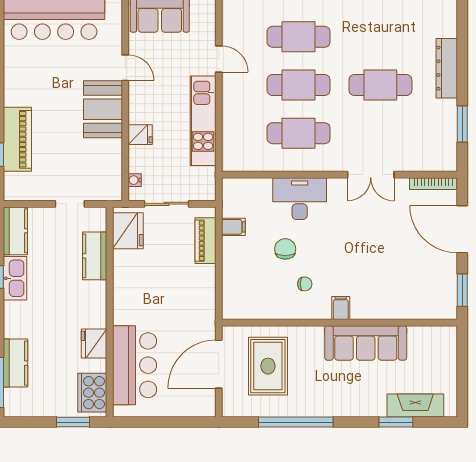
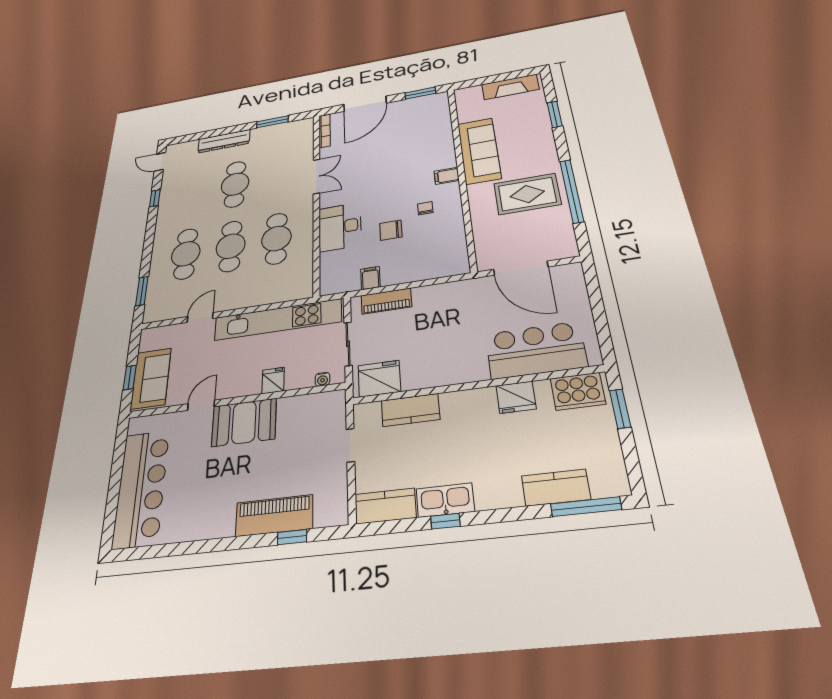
kitchen unit: (203, 121) -> (278, 320), width x1.36
rug: (268, 366) -> (527, 194), moved
fireplace: (415, 406) -> (510, 87), moved, turned -90

